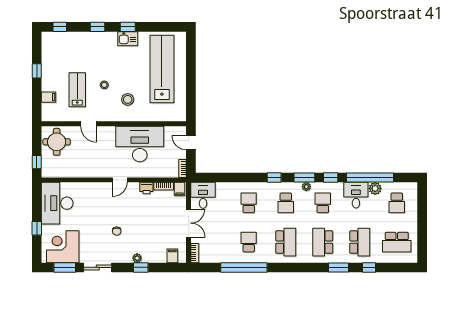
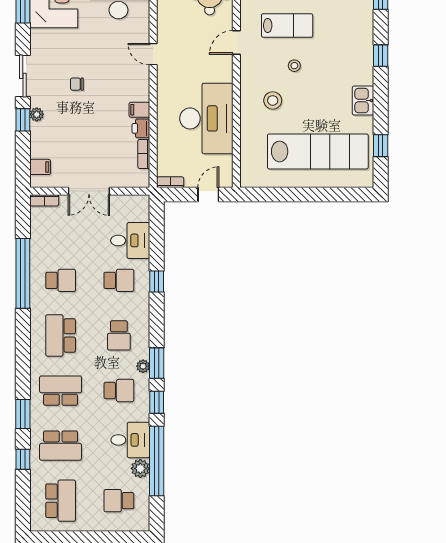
window: (128, 27) -> (381, 146), moved
window: (274, 178) -> (157, 281), moved
door: (120, 180) -> (153, 54), moved
filing cabinet: (180, 189) -> (139, 110), moved
desk: (203, 195) -> (130, 240), moved
school desk: (286, 203) -> (119, 335), turned -90
school desk: (286, 242) -> (61, 335), turned 90
school desk: (397, 242) -> (61, 501), turned 180
sliding door: (98, 267) -> (23, 76), moved

